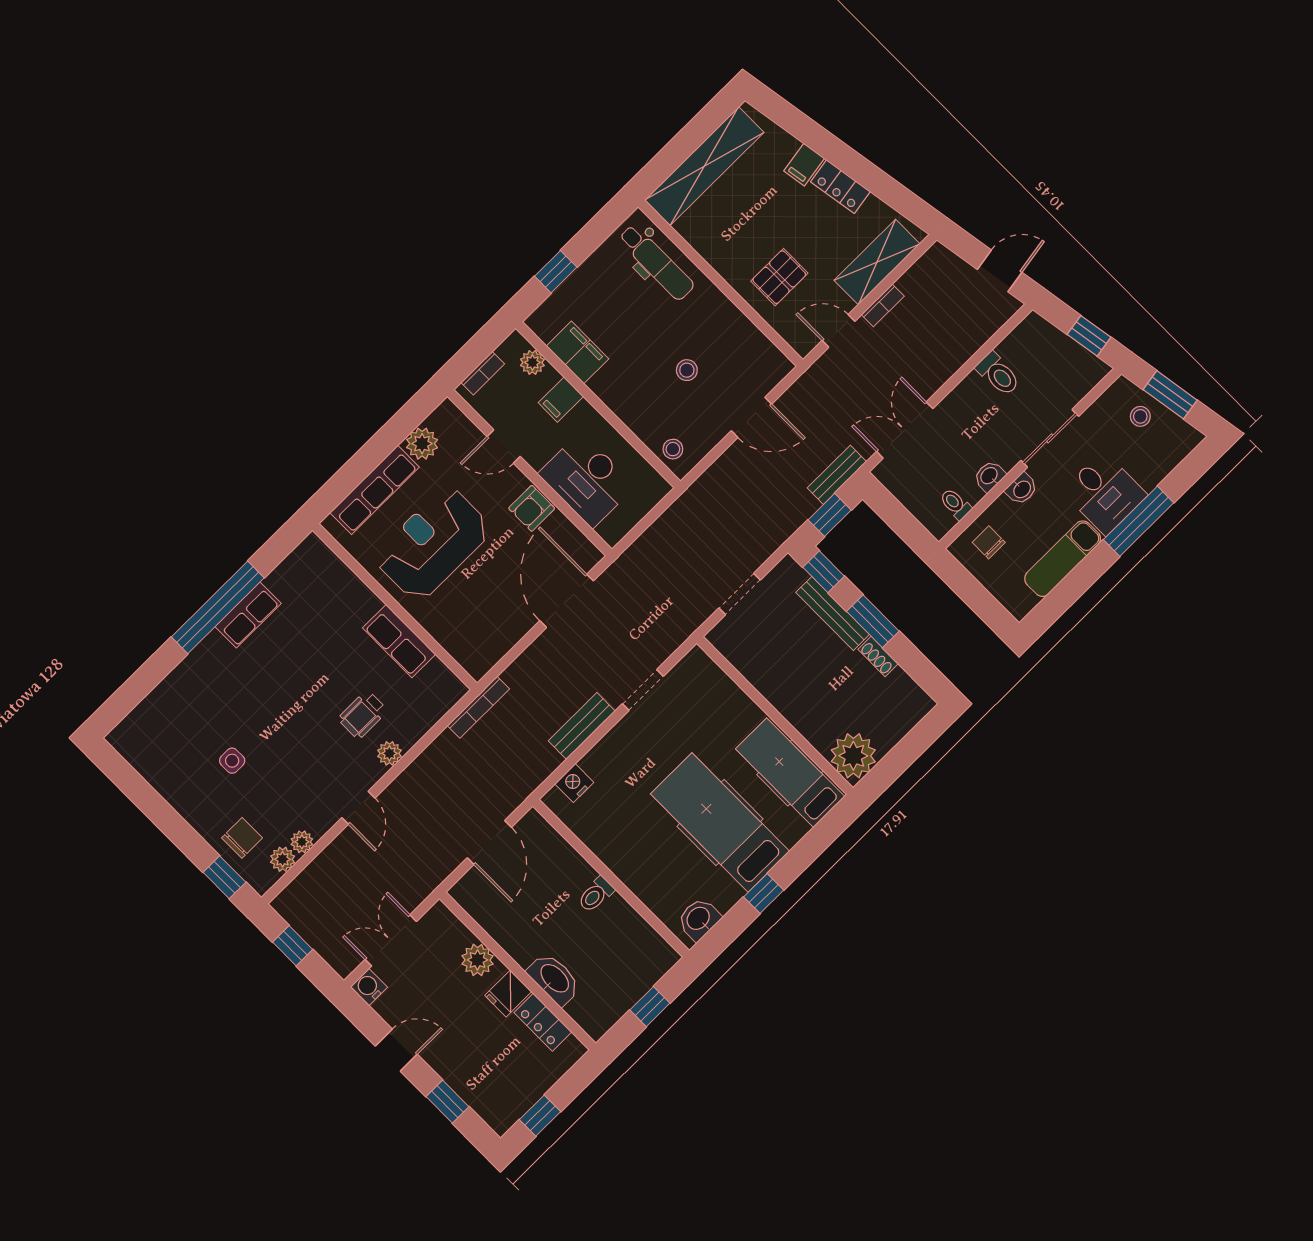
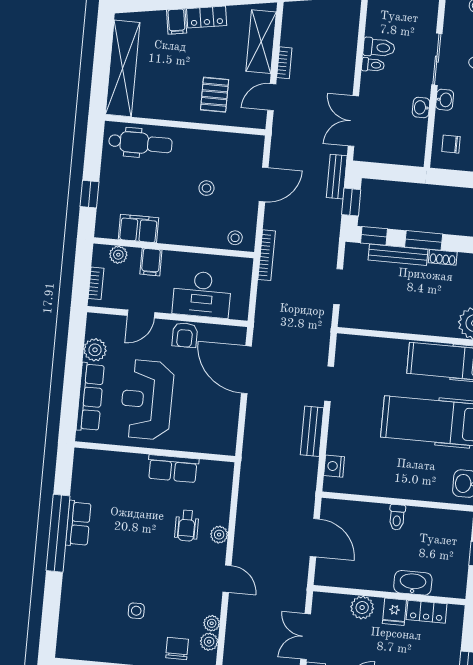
toilet: (955, 504) -> (373, 65), moved, turned 180
bookcase: (478, 707) -> (267, 255), moved

